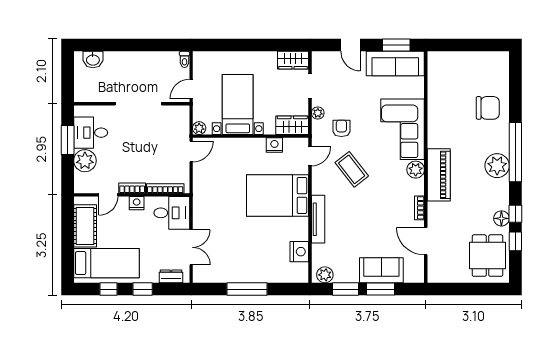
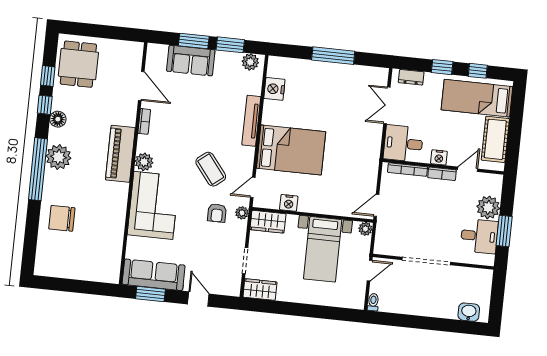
plant: (318, 113) -> (242, 213), moved
floor lamp: (501, 218) -> (58, 119), moved

